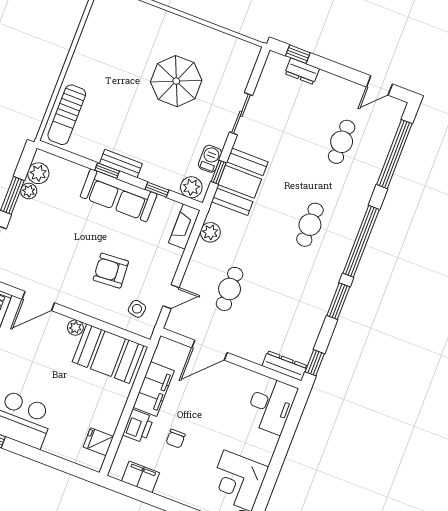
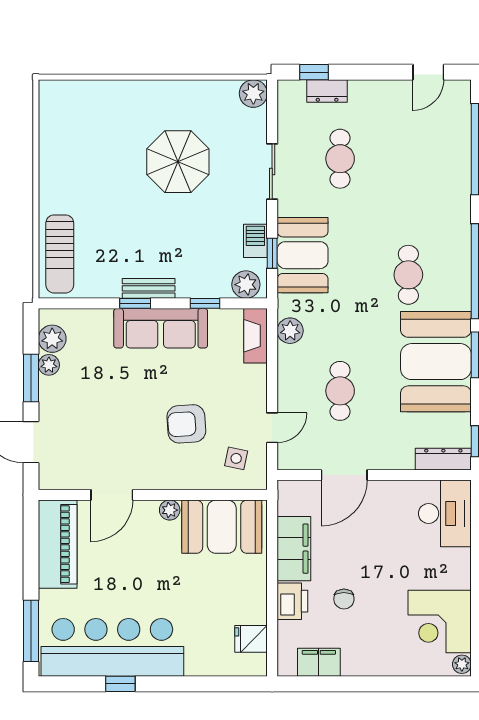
plant: (249, 53) -> (253, 94), added
cafe table: (342, 142) -> (340, 159), moved
booth: (306, 294) -> (436, 362), added

